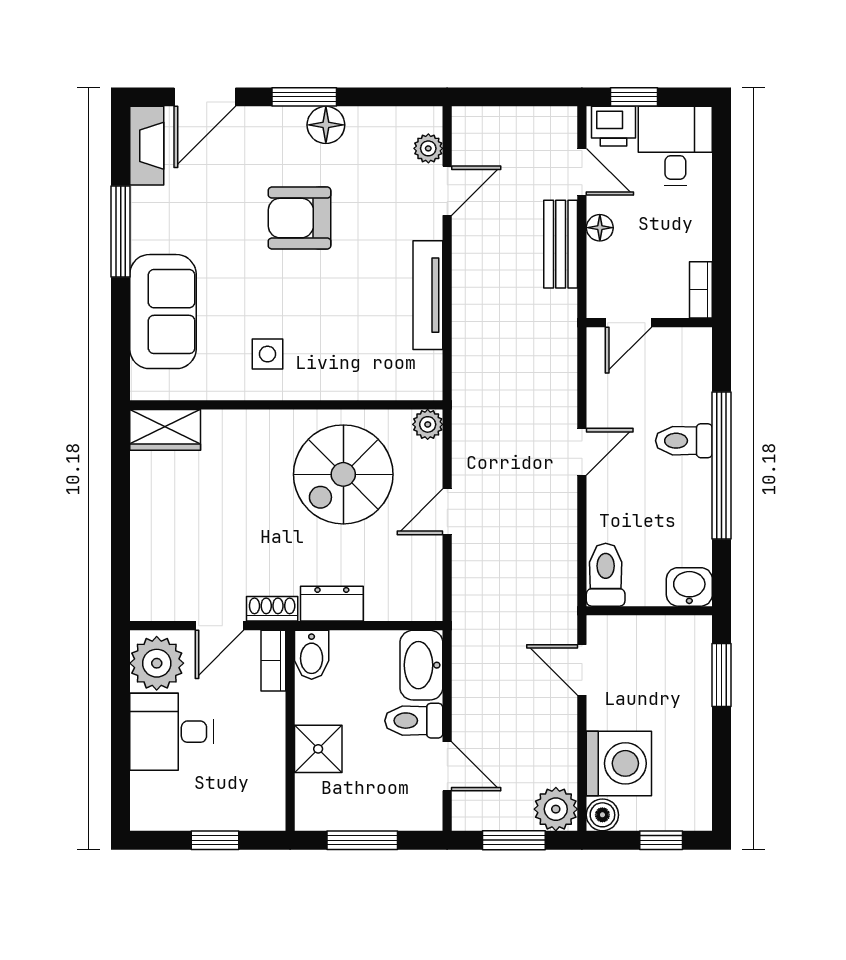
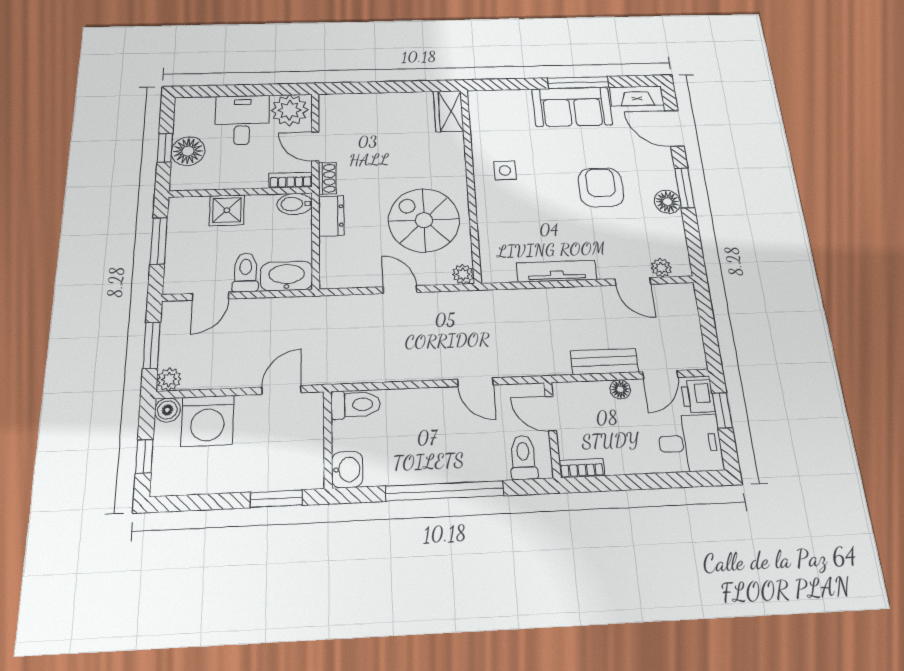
sofa: (163, 312) -> (572, 107), moved
toilet: (684, 441) -> (523, 457), moved
door: (582, 452) -> (475, 382), moved
floor lamp: (221, 807) -> (188, 151), added
plant: (556, 809) -> (169, 379), width x0.73, depth x0.73

